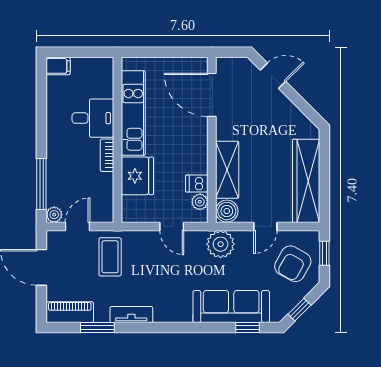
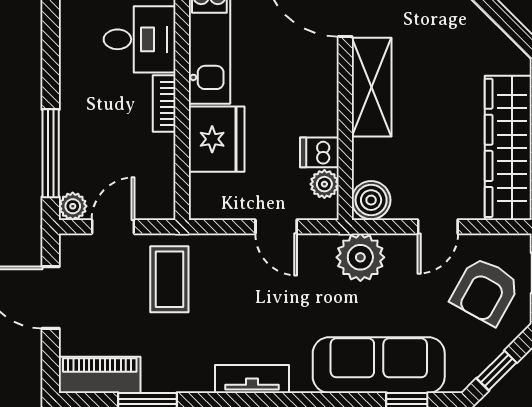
shelving: (227, 170) -> (372, 87), moved
tv unit: (131, 315) -> (252, 379), moved

